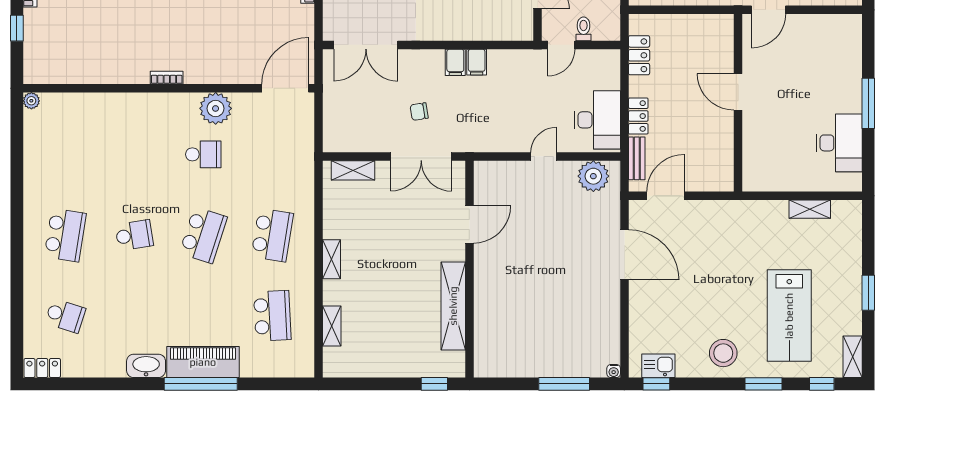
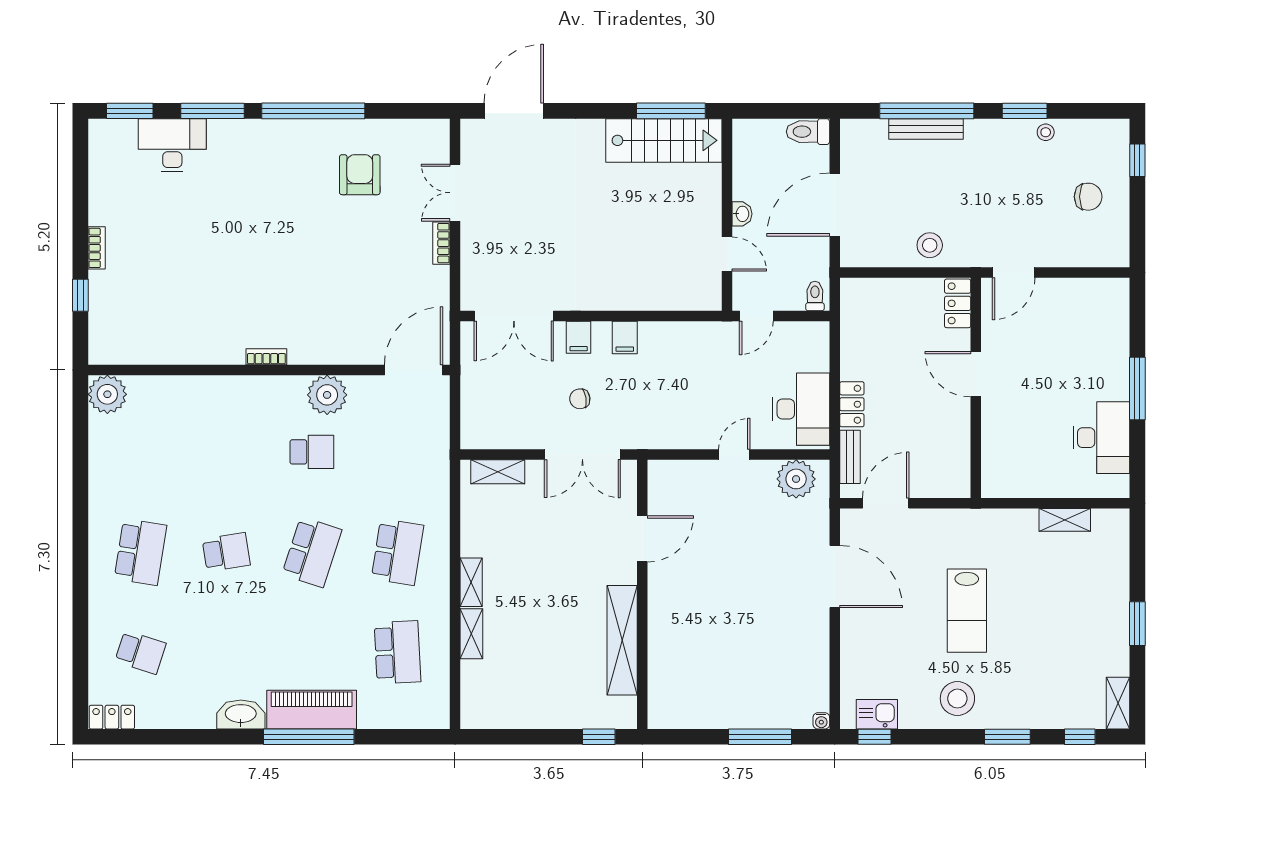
toilet: (584, 29) -> (815, 296), moved
locker: (639, 55) -> (958, 303), moved, turned 180
filing cabinet: (477, 62) -> (579, 337), moved
plant: (31, 101) -> (107, 394), width x1.87, depth x1.87
lab bench: (789, 316) -> (967, 611), moved, width x0.73, depth x0.72
shelving: (332, 326) -> (471, 634), moved

